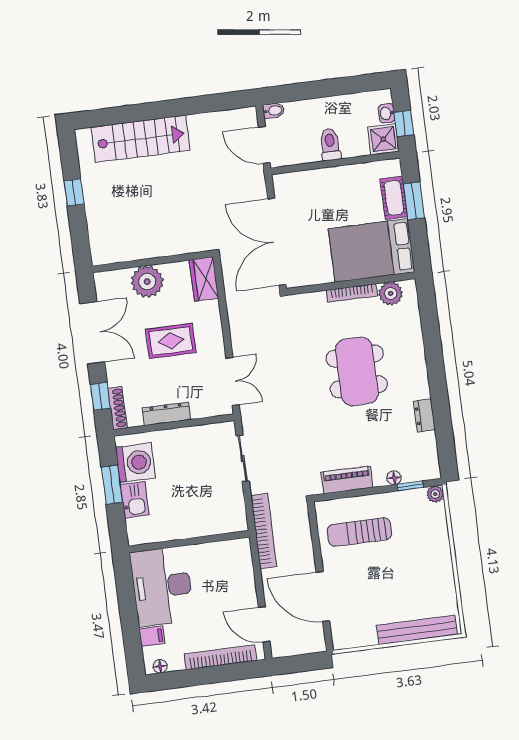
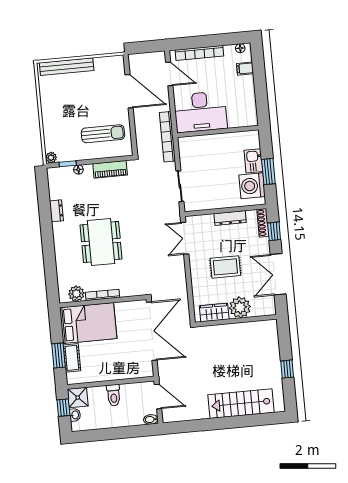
wardrobe: (204, 279) -> (214, 312), moved, turned -90
desk: (162, 586) -> (200, 112), moved, turned 90

